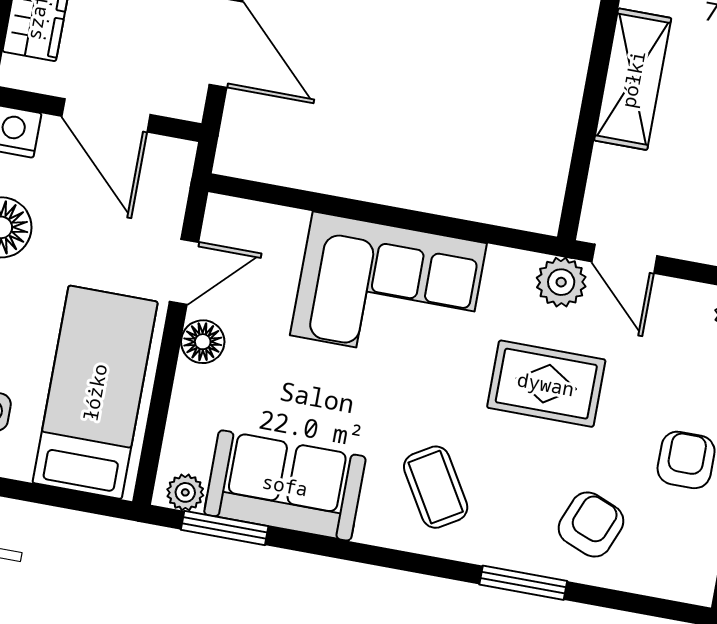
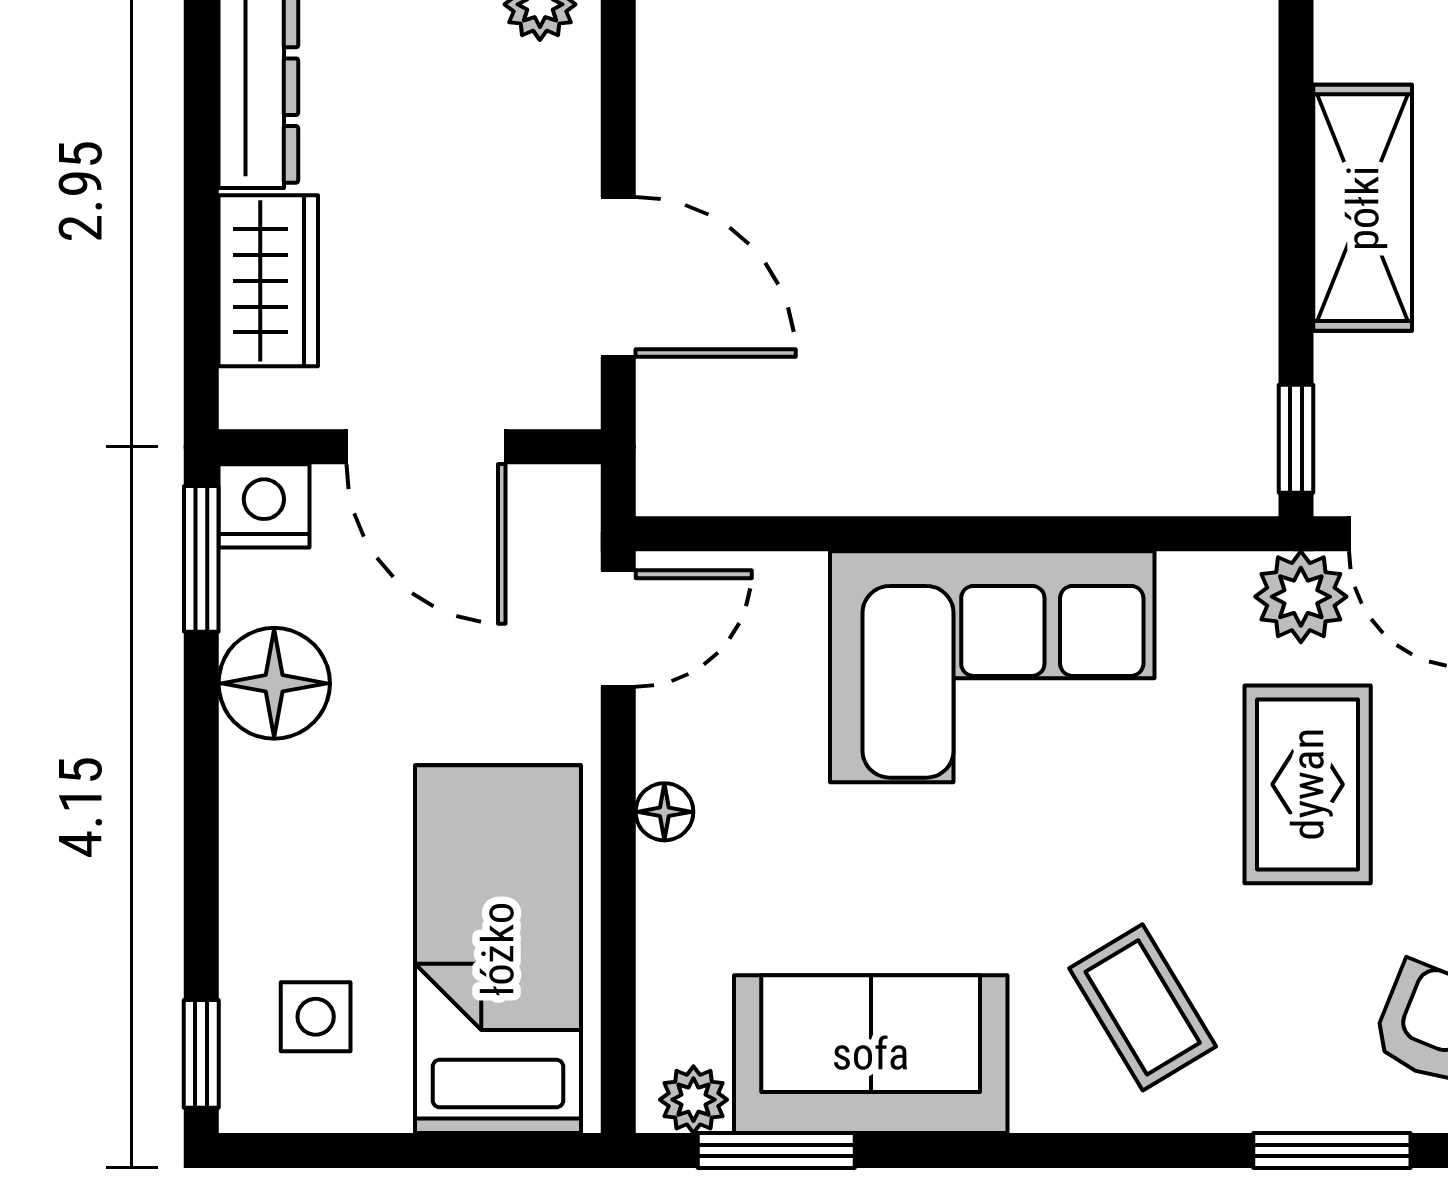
window: (574, 197) -> (1296, 439), added
door: (184, 272) -> (618, 628), moved
floor lamp: (203, 342) -> (664, 812), width x0.73, depth x0.73
rug: (546, 384) -> (1308, 784), turned 90

